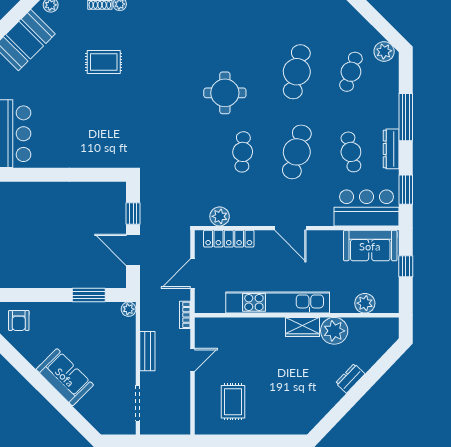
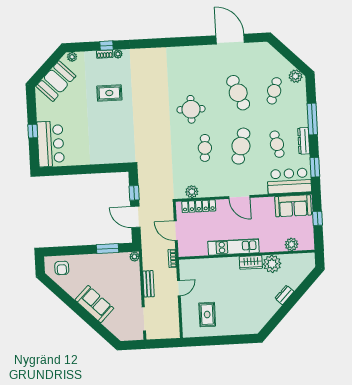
cafe table: (297, 72) -> (238, 93), turned -33
door: (193, 274) -> (176, 231), hinge flipped
kitchen unit: (278, 302) -> (234, 247), width x0.73

